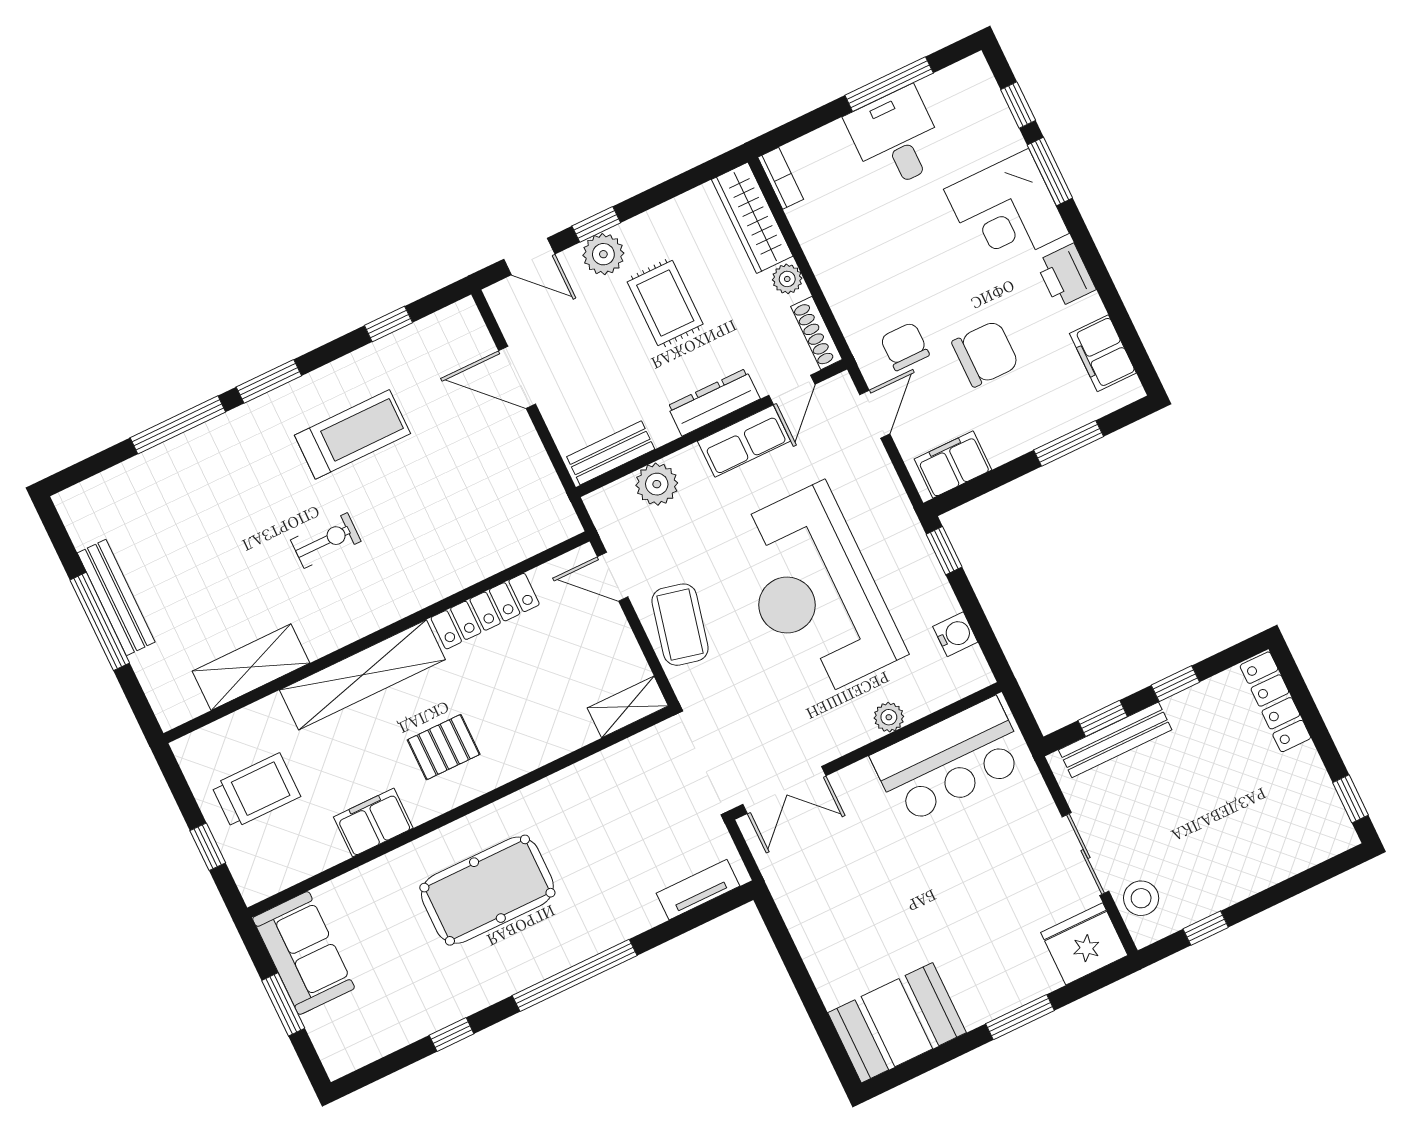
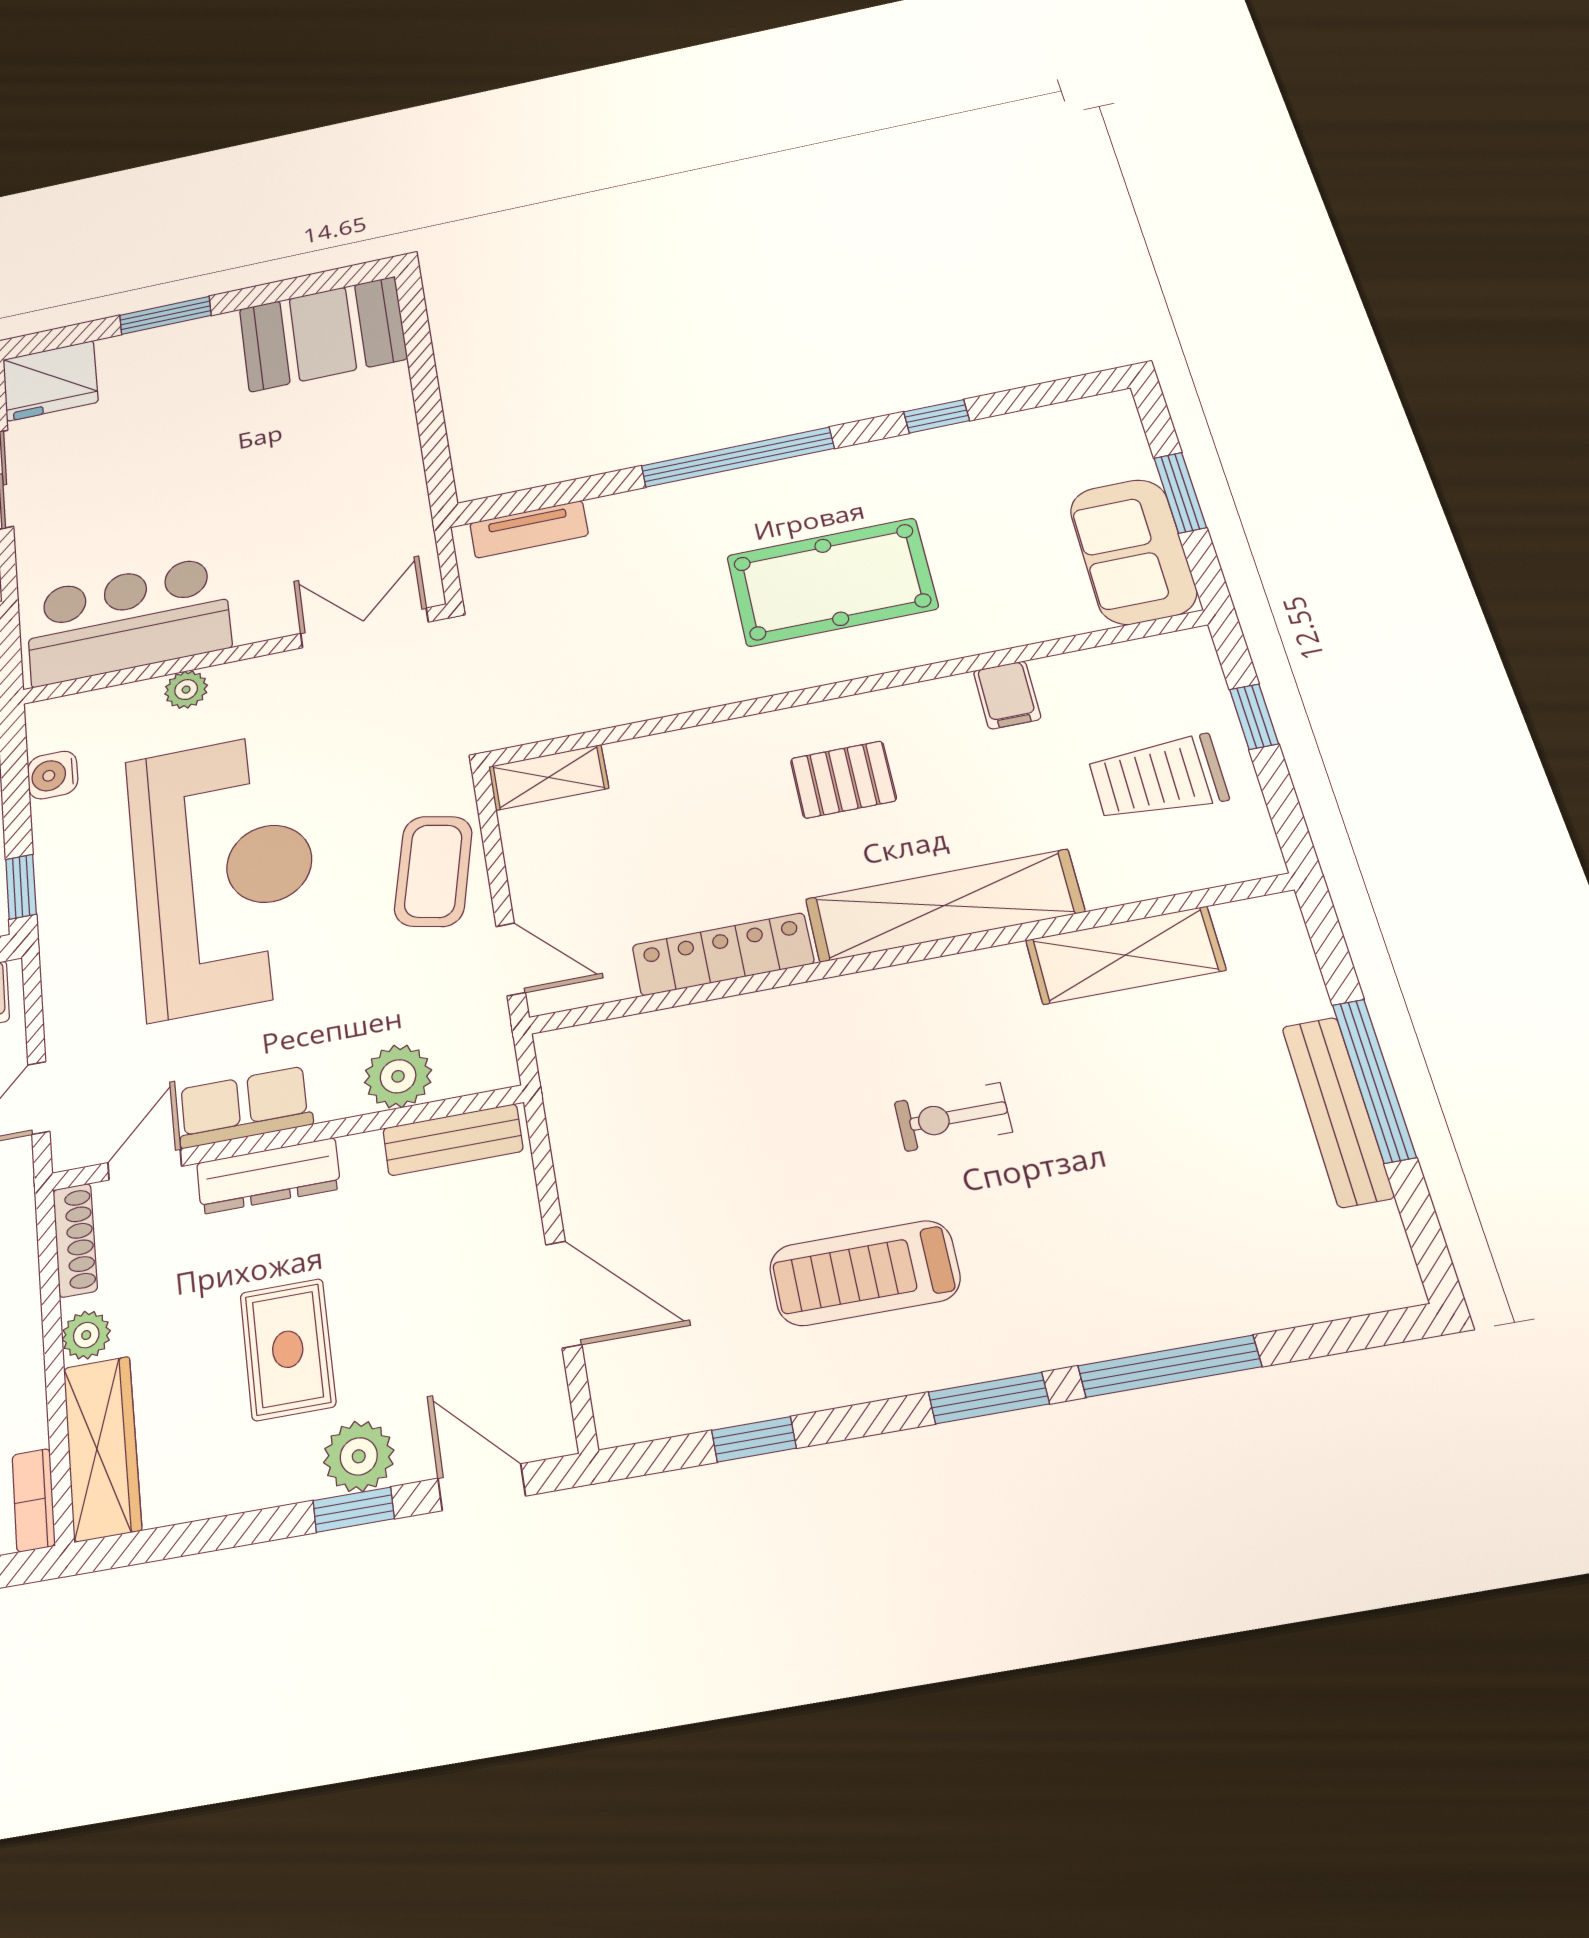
filing cabinet: (373, 822) -> (1007, 695), width x0.50

